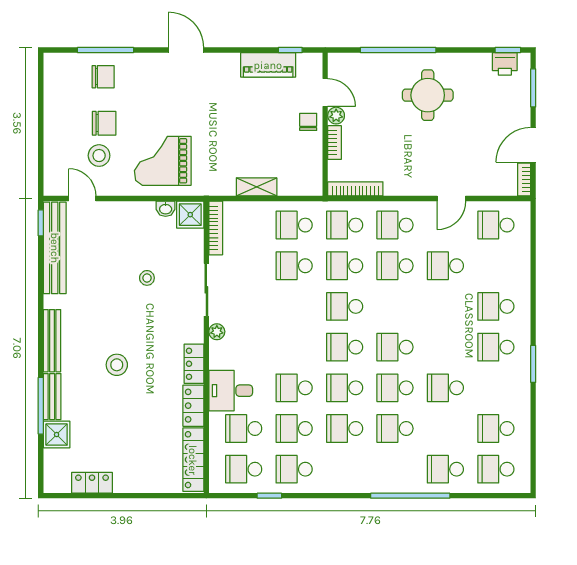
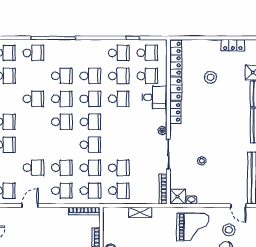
stool: (117, 365) -> (210, 77), moved

